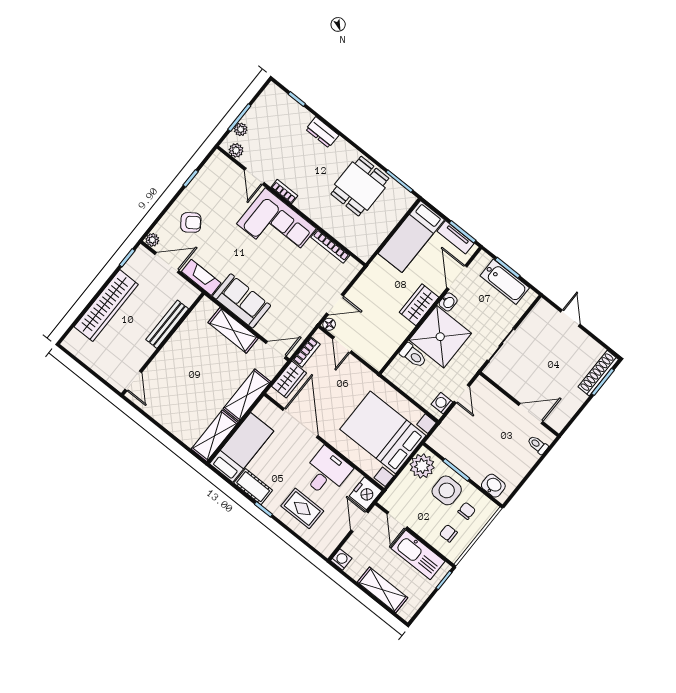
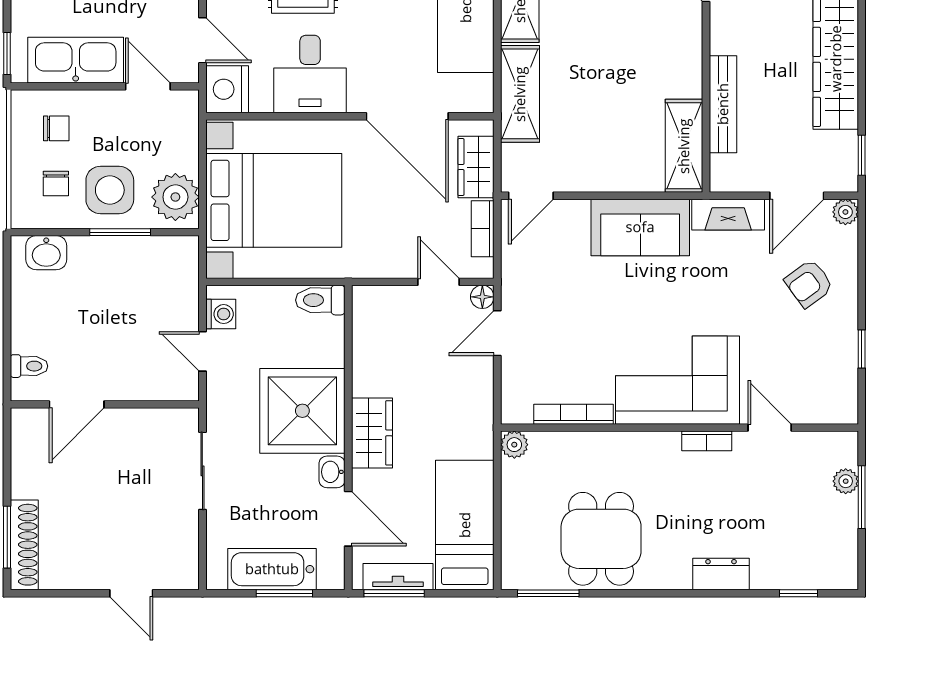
plant: (236, 150) -> (514, 445), moved
shelving: (233, 330) -> (684, 146), moved, turned 90
toilet: (413, 355) -> (320, 300), moved

